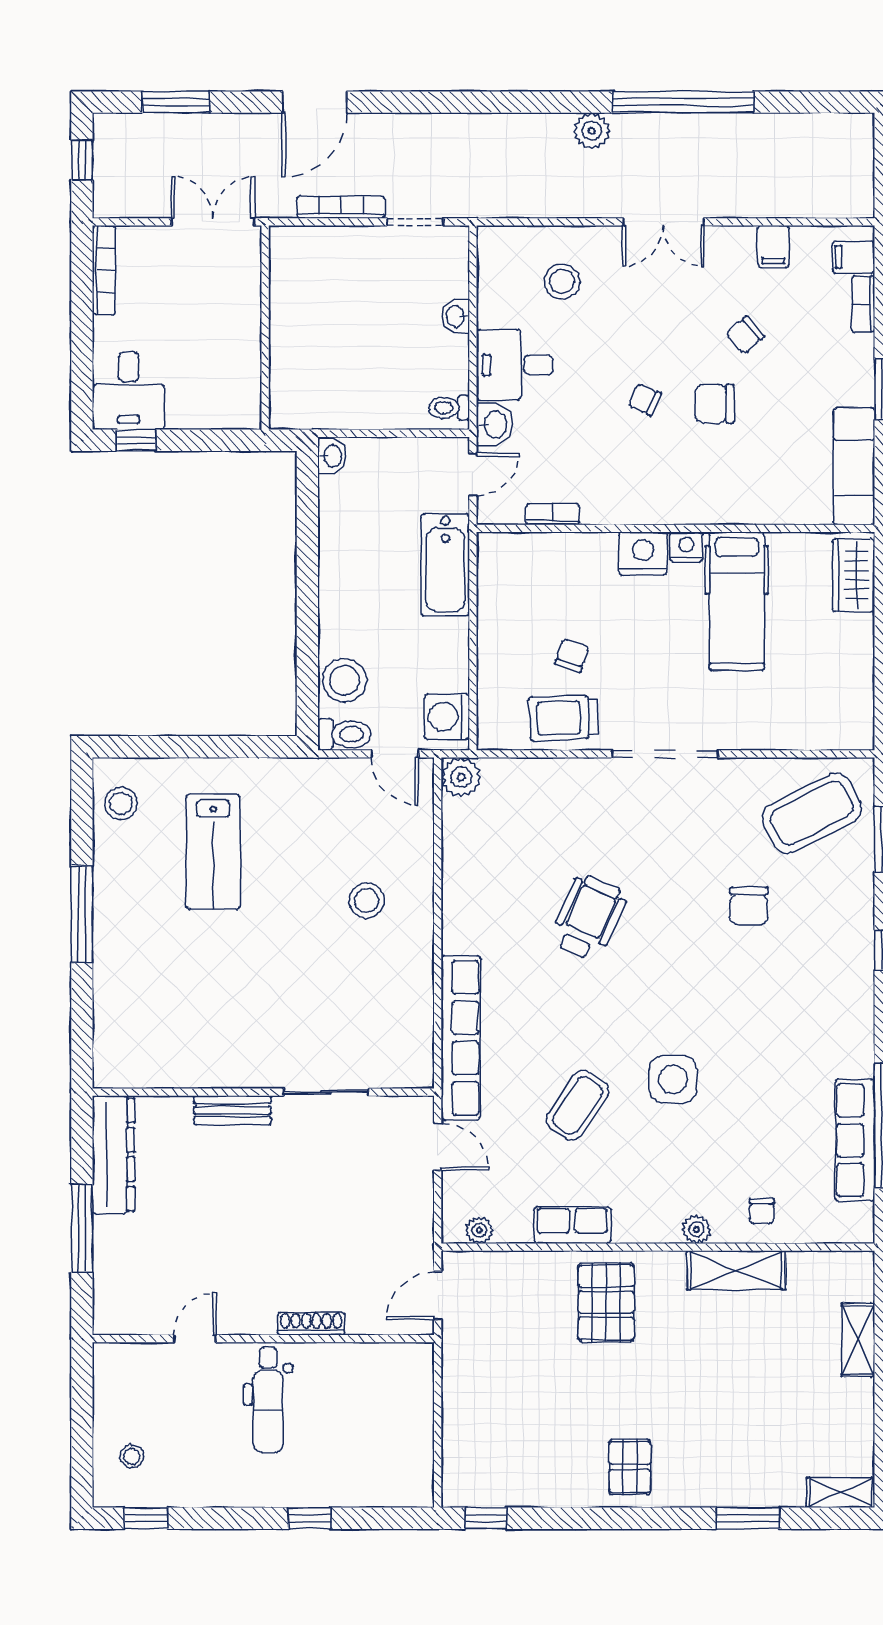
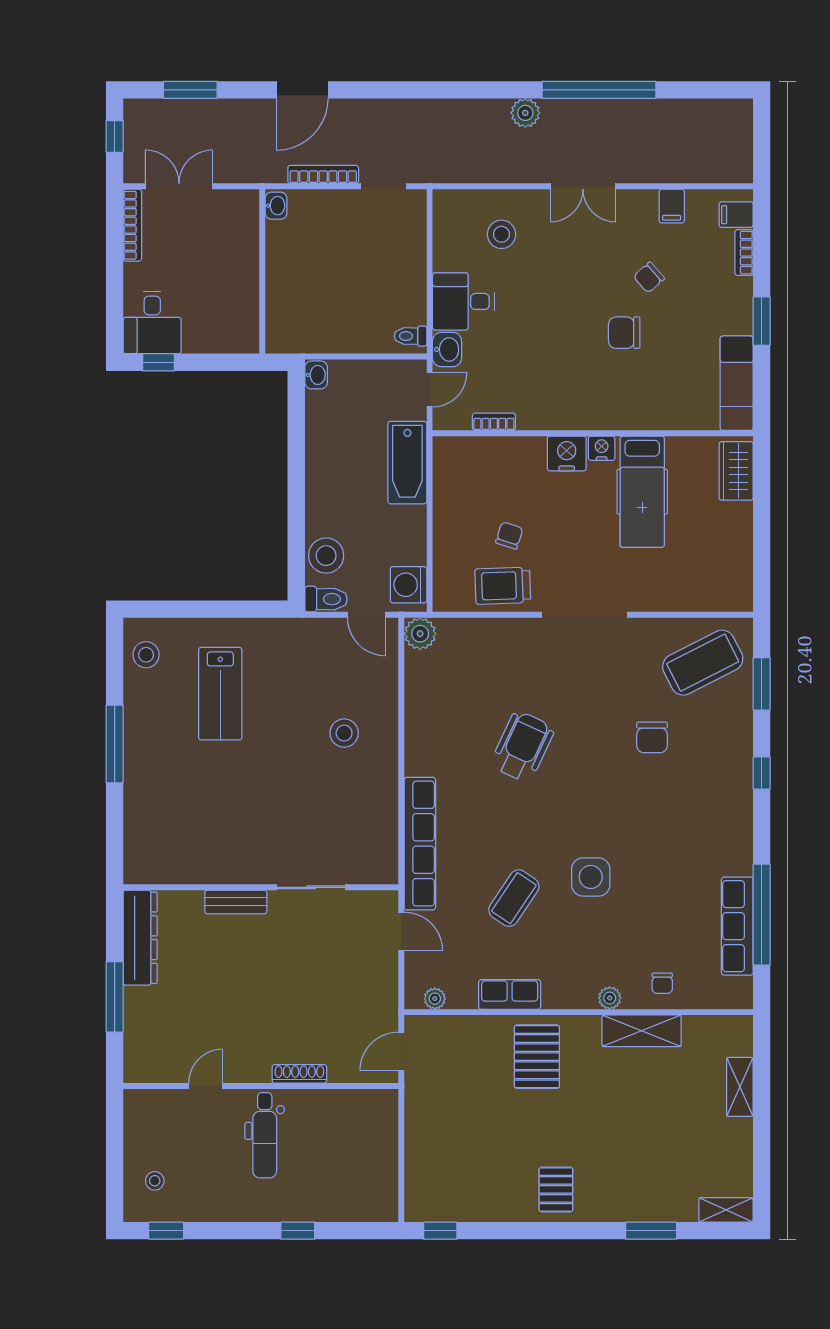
double door: (213, 222) -> (179, 186), moved
washbasin: (456, 316) -> (276, 206), moved, turned 180
chair: (645, 399) -> (568, 329), removed

